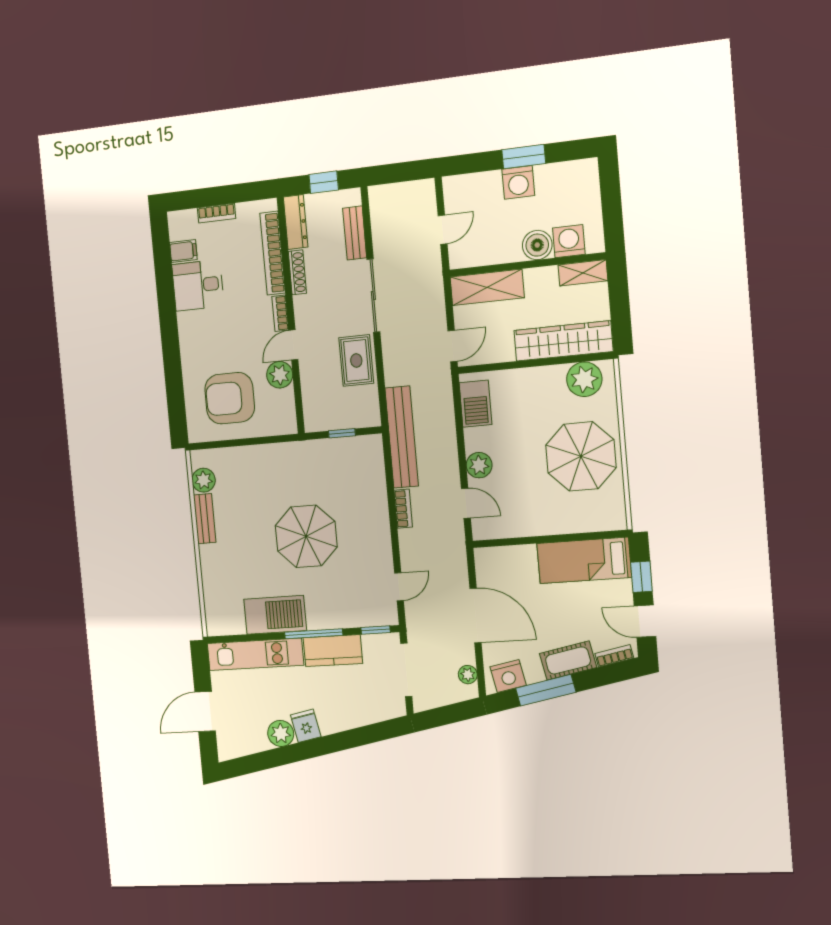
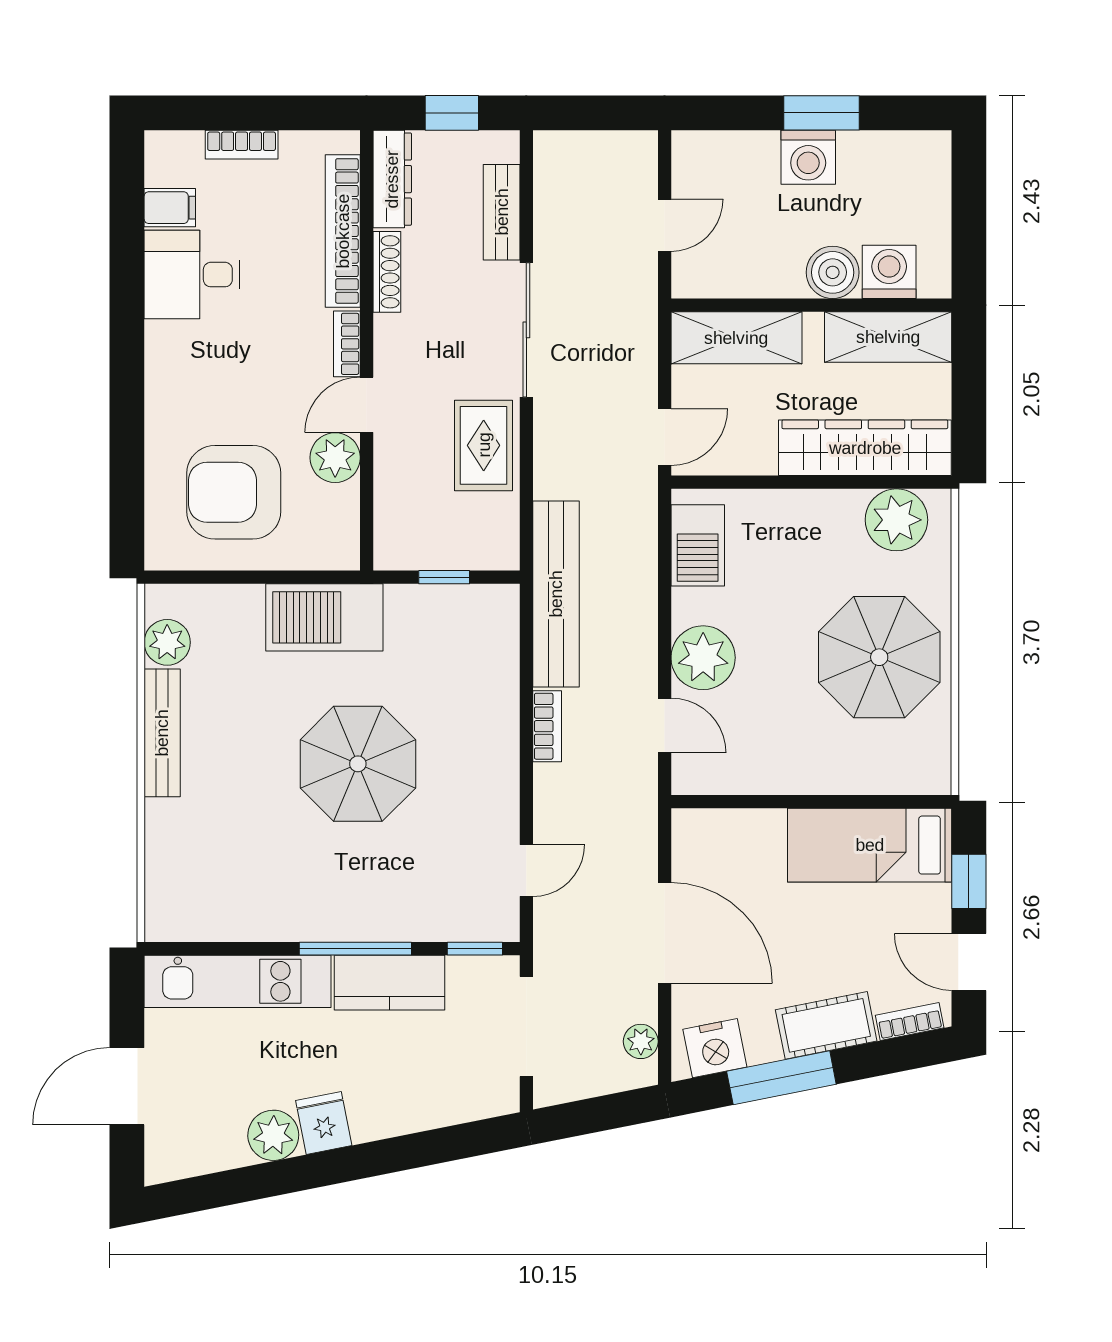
shelving: (583, 273) -> (888, 337), width x1.50, depth x1.33
plant: (479, 465) -> (703, 658), width x1.36, depth x1.36
bench: (205, 519) -> (162, 733), width x1.36
barbecue: (275, 615) -> (324, 617), moved, turned 180

